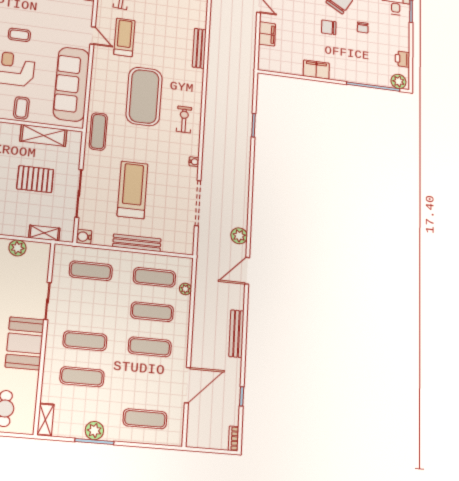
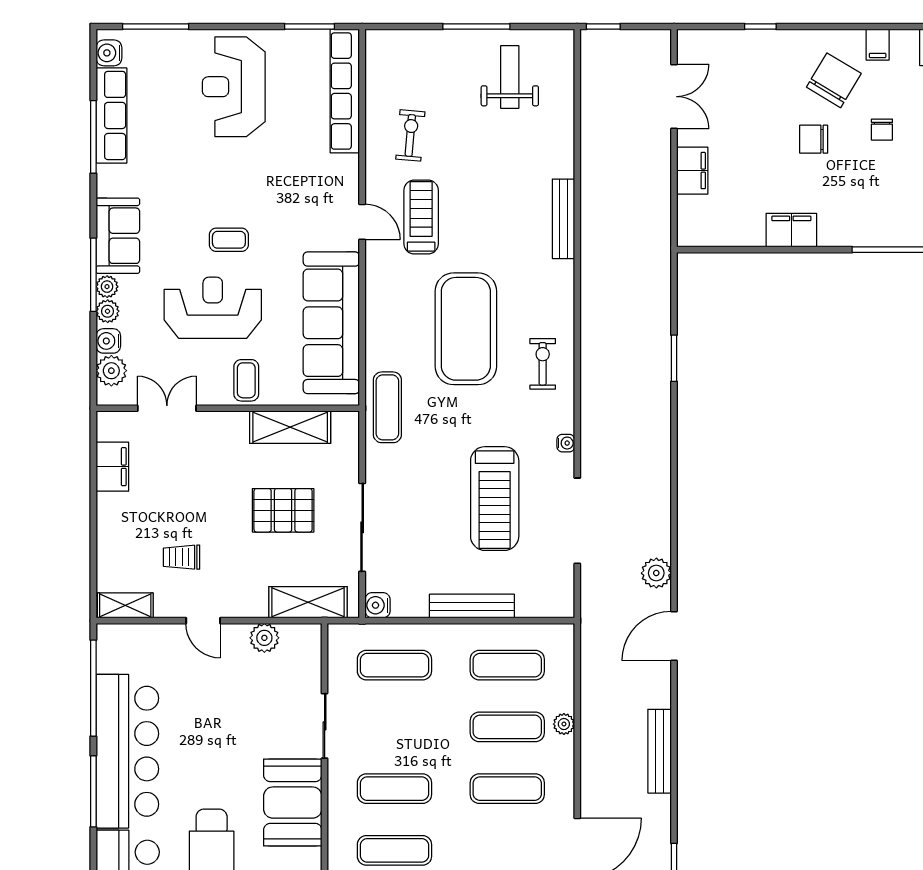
treadmill: (133, 190) -> (495, 499), moved, turned 180
shelving: (44, 233) -> (308, 602), width x1.50, depth x1.33
plant: (185, 289) -> (564, 724), moved

